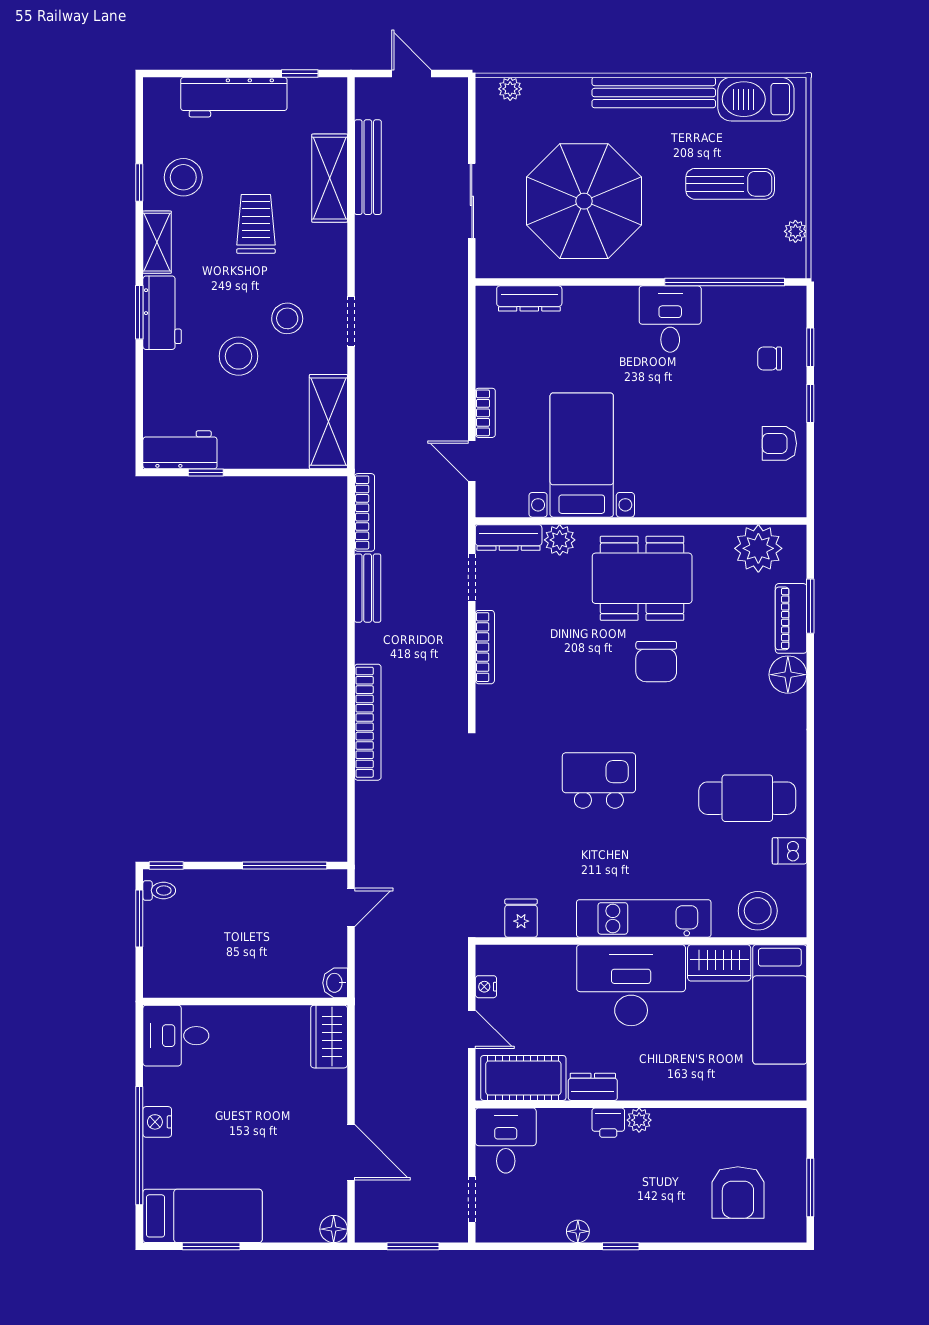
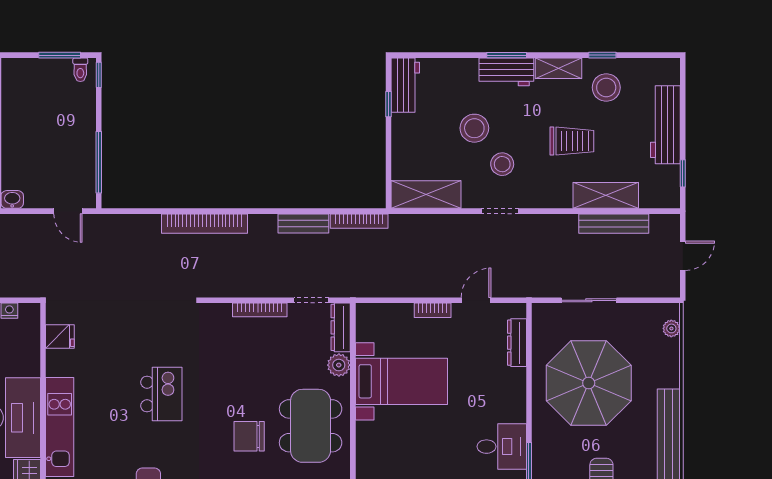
door: (472, 461) -> (476, 300), moved

